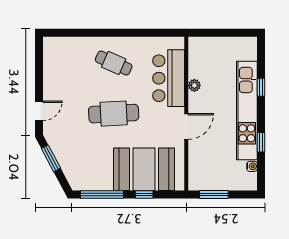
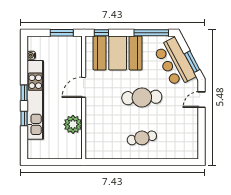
cafe table: (114, 63) -> (142, 138), turned -36
bar counter: (169, 78) -> (175, 62), moved, turned 152
plant: (194, 85) -> (73, 124), width x1.88, depth x1.88
window: (261, 142) -> (24, 93), moved
window: (144, 194) -> (101, 33), moved

